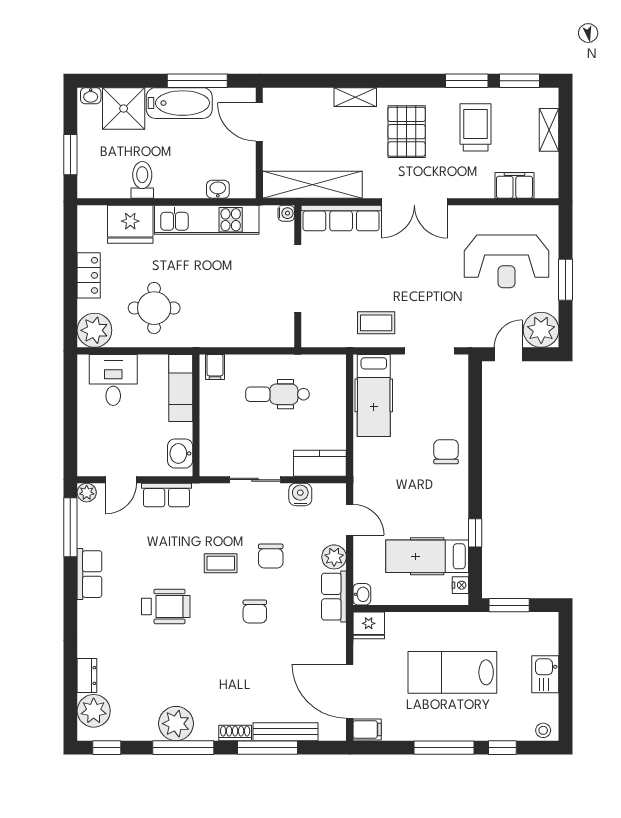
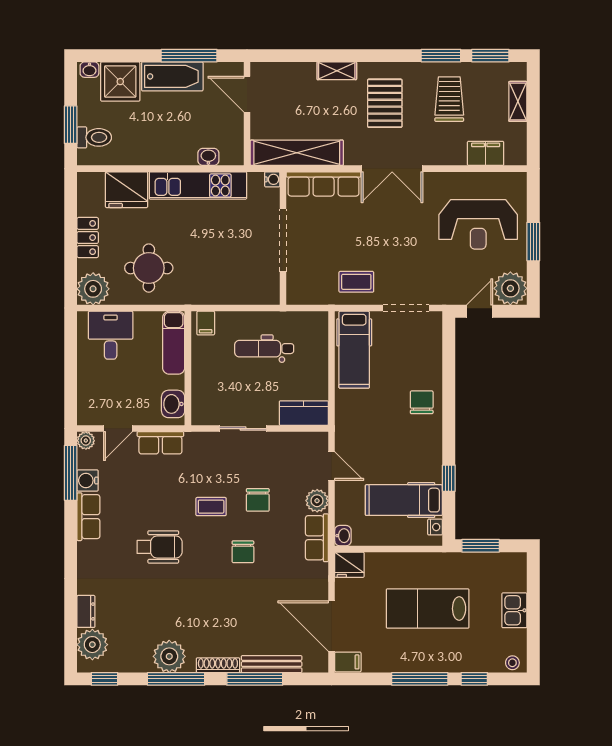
toilet: (142, 180) -> (94, 137), moved, turned 90
water cooler: (300, 494) -> (88, 480), moved, turned -90
shoe rack: (235, 733) -> (218, 665), width x1.43

